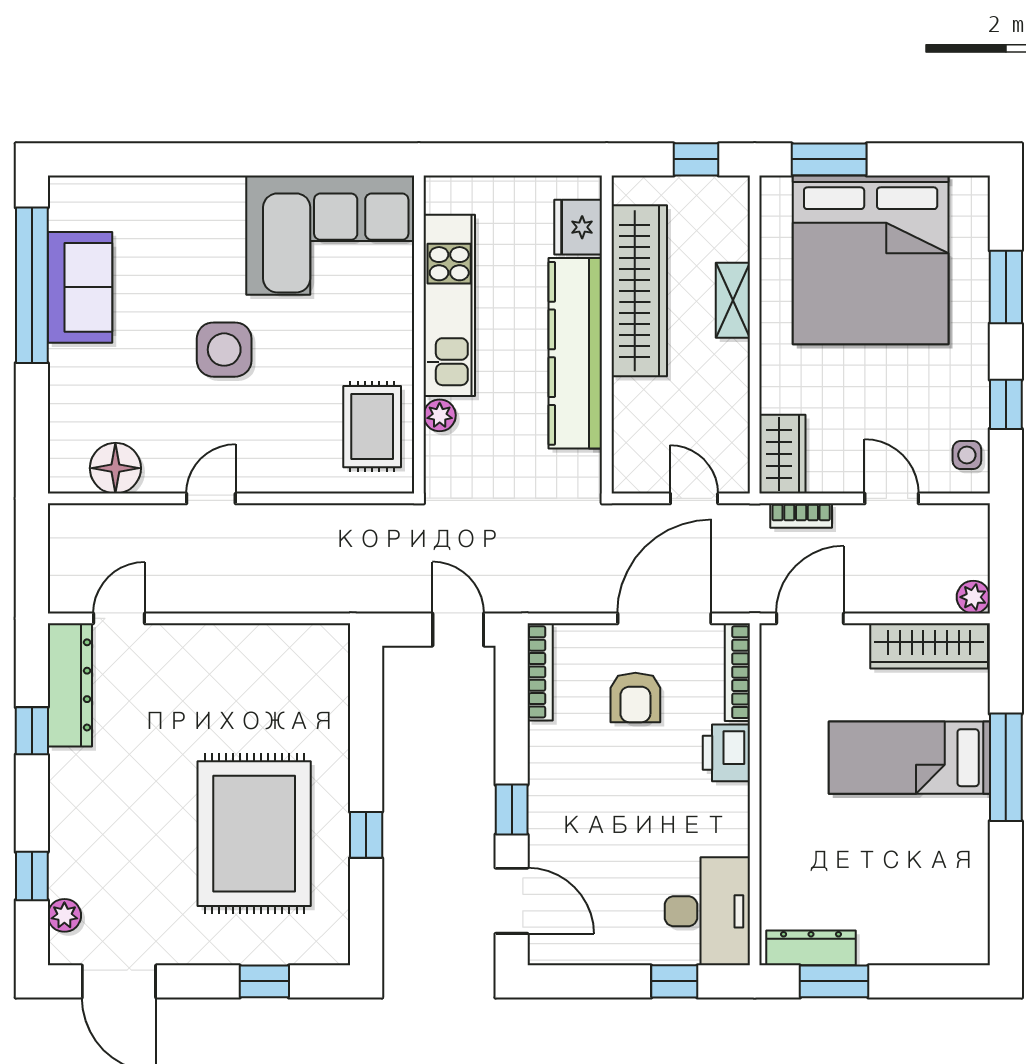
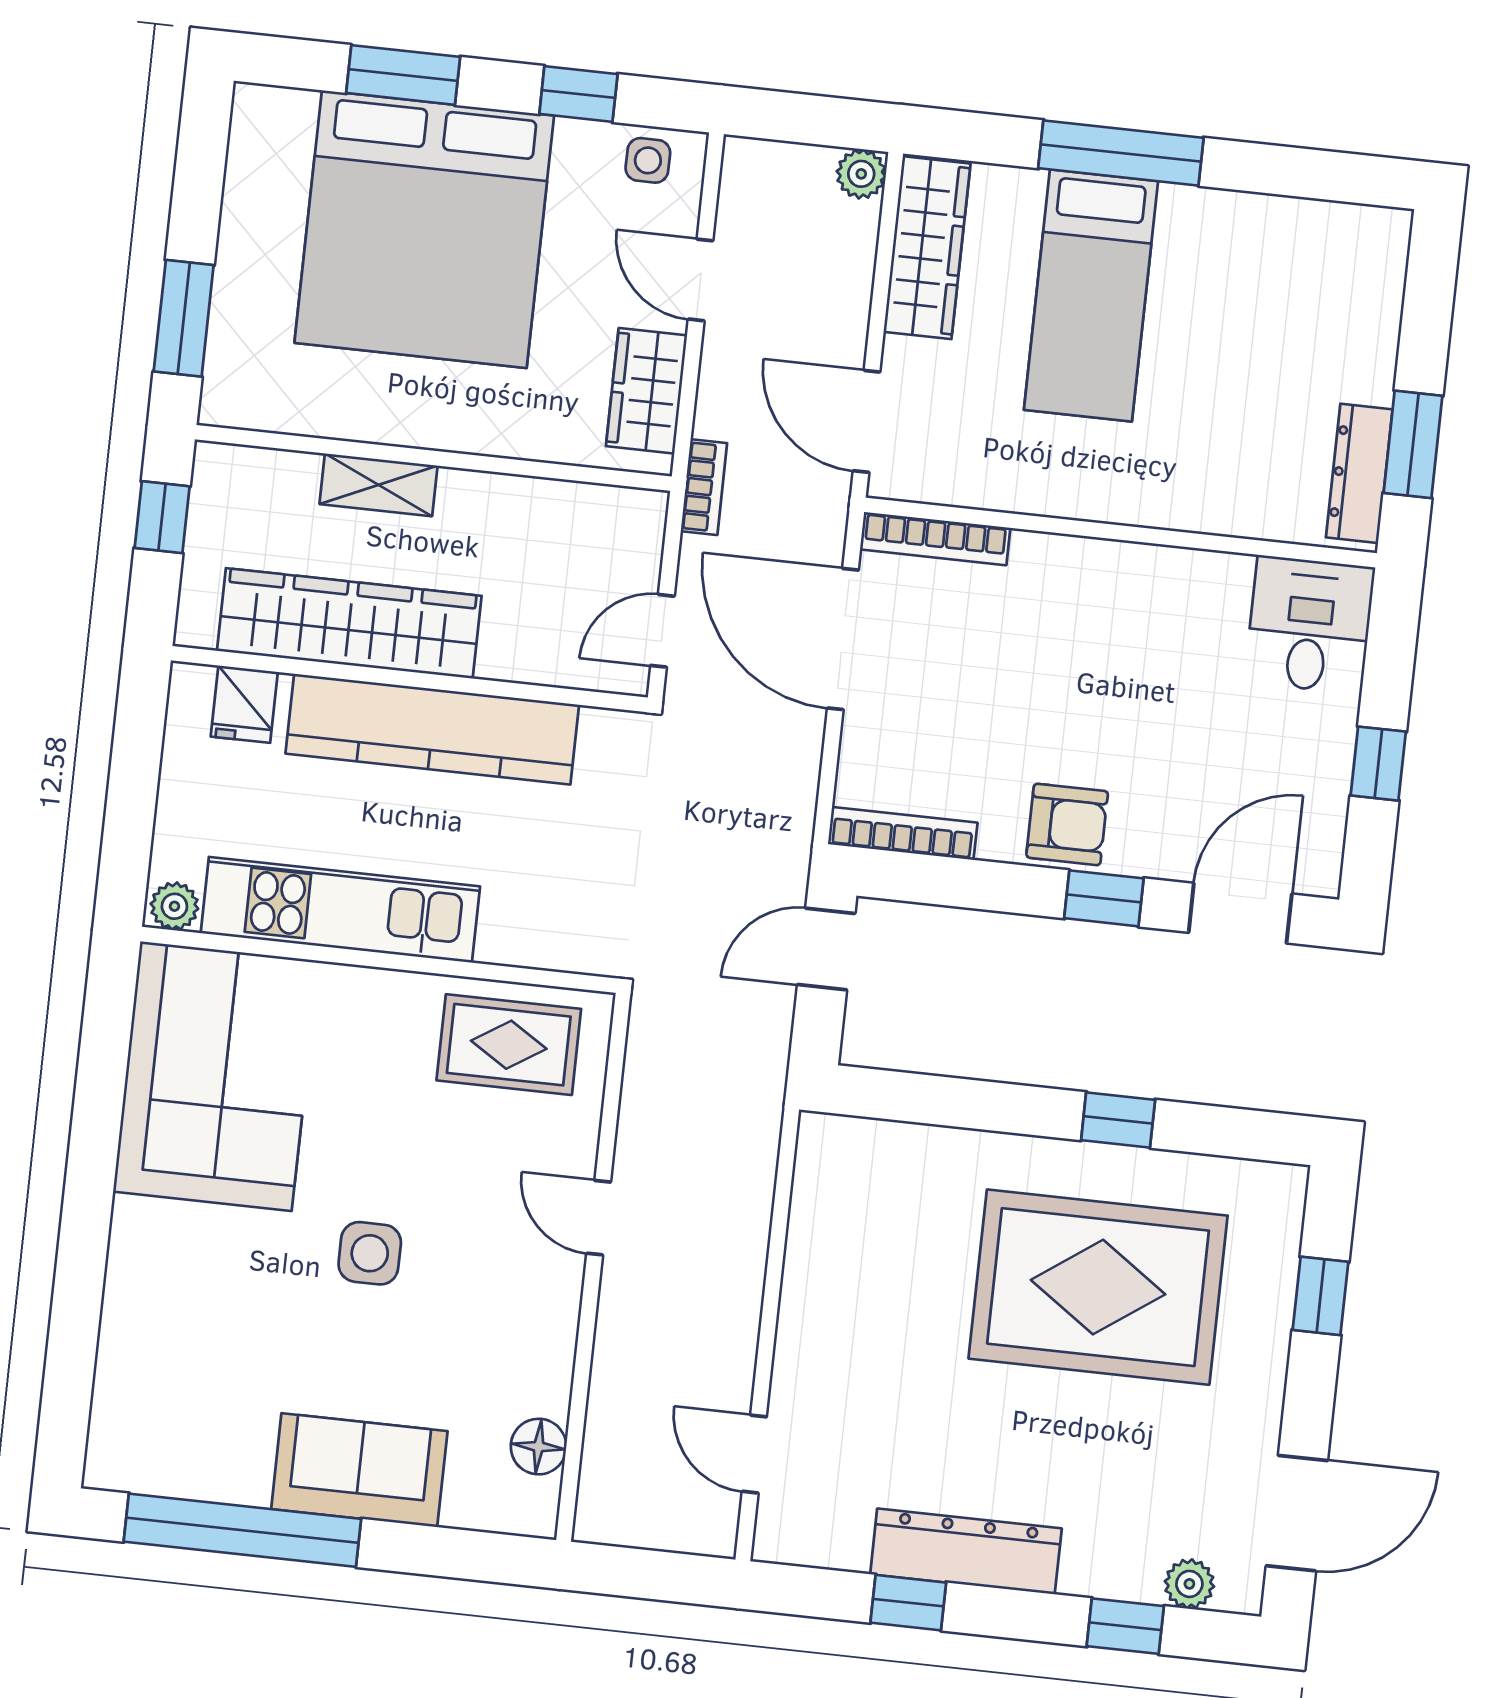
fridge: (578, 227) -> (244, 704), width x0.72
bed: (871, 260) -> (424, 229), moved, turned 90
sofa: (80, 287) -> (359, 1470), moved
side table: (224, 350) -> (370, 1253), width x0.73, depth x0.73
plant: (440, 415) -> (174, 906), moved
wardrobe: (782, 454) -> (647, 391), moved, turned -90
floor lamp: (115, 468) -> (539, 1447), width x0.73, depth x0.73
door: (211, 498) -> (599, 1218), moved
door: (694, 498) -> (662, 631), moved
door: (892, 498) -> (701, 280), hinge flipped
bookcase: (801, 516) -> (704, 487), moved
dresser: (70, 685) -> (966, 1551), moved
armchair: (635, 698) -> (1067, 824), moved
printer: (726, 753) -> (1054, 568), removed
desk: (707, 911) -> (1310, 625), width x0.73
window: (674, 981) -> (1378, 764), moved

